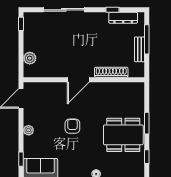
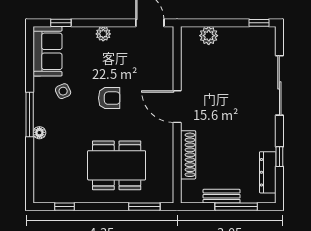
window: (147, 123) -> (144, 207), moved
dining table: (123, 135) -> (117, 165), moved, turned 90
side table: (68, 158) -> (63, 91), added

